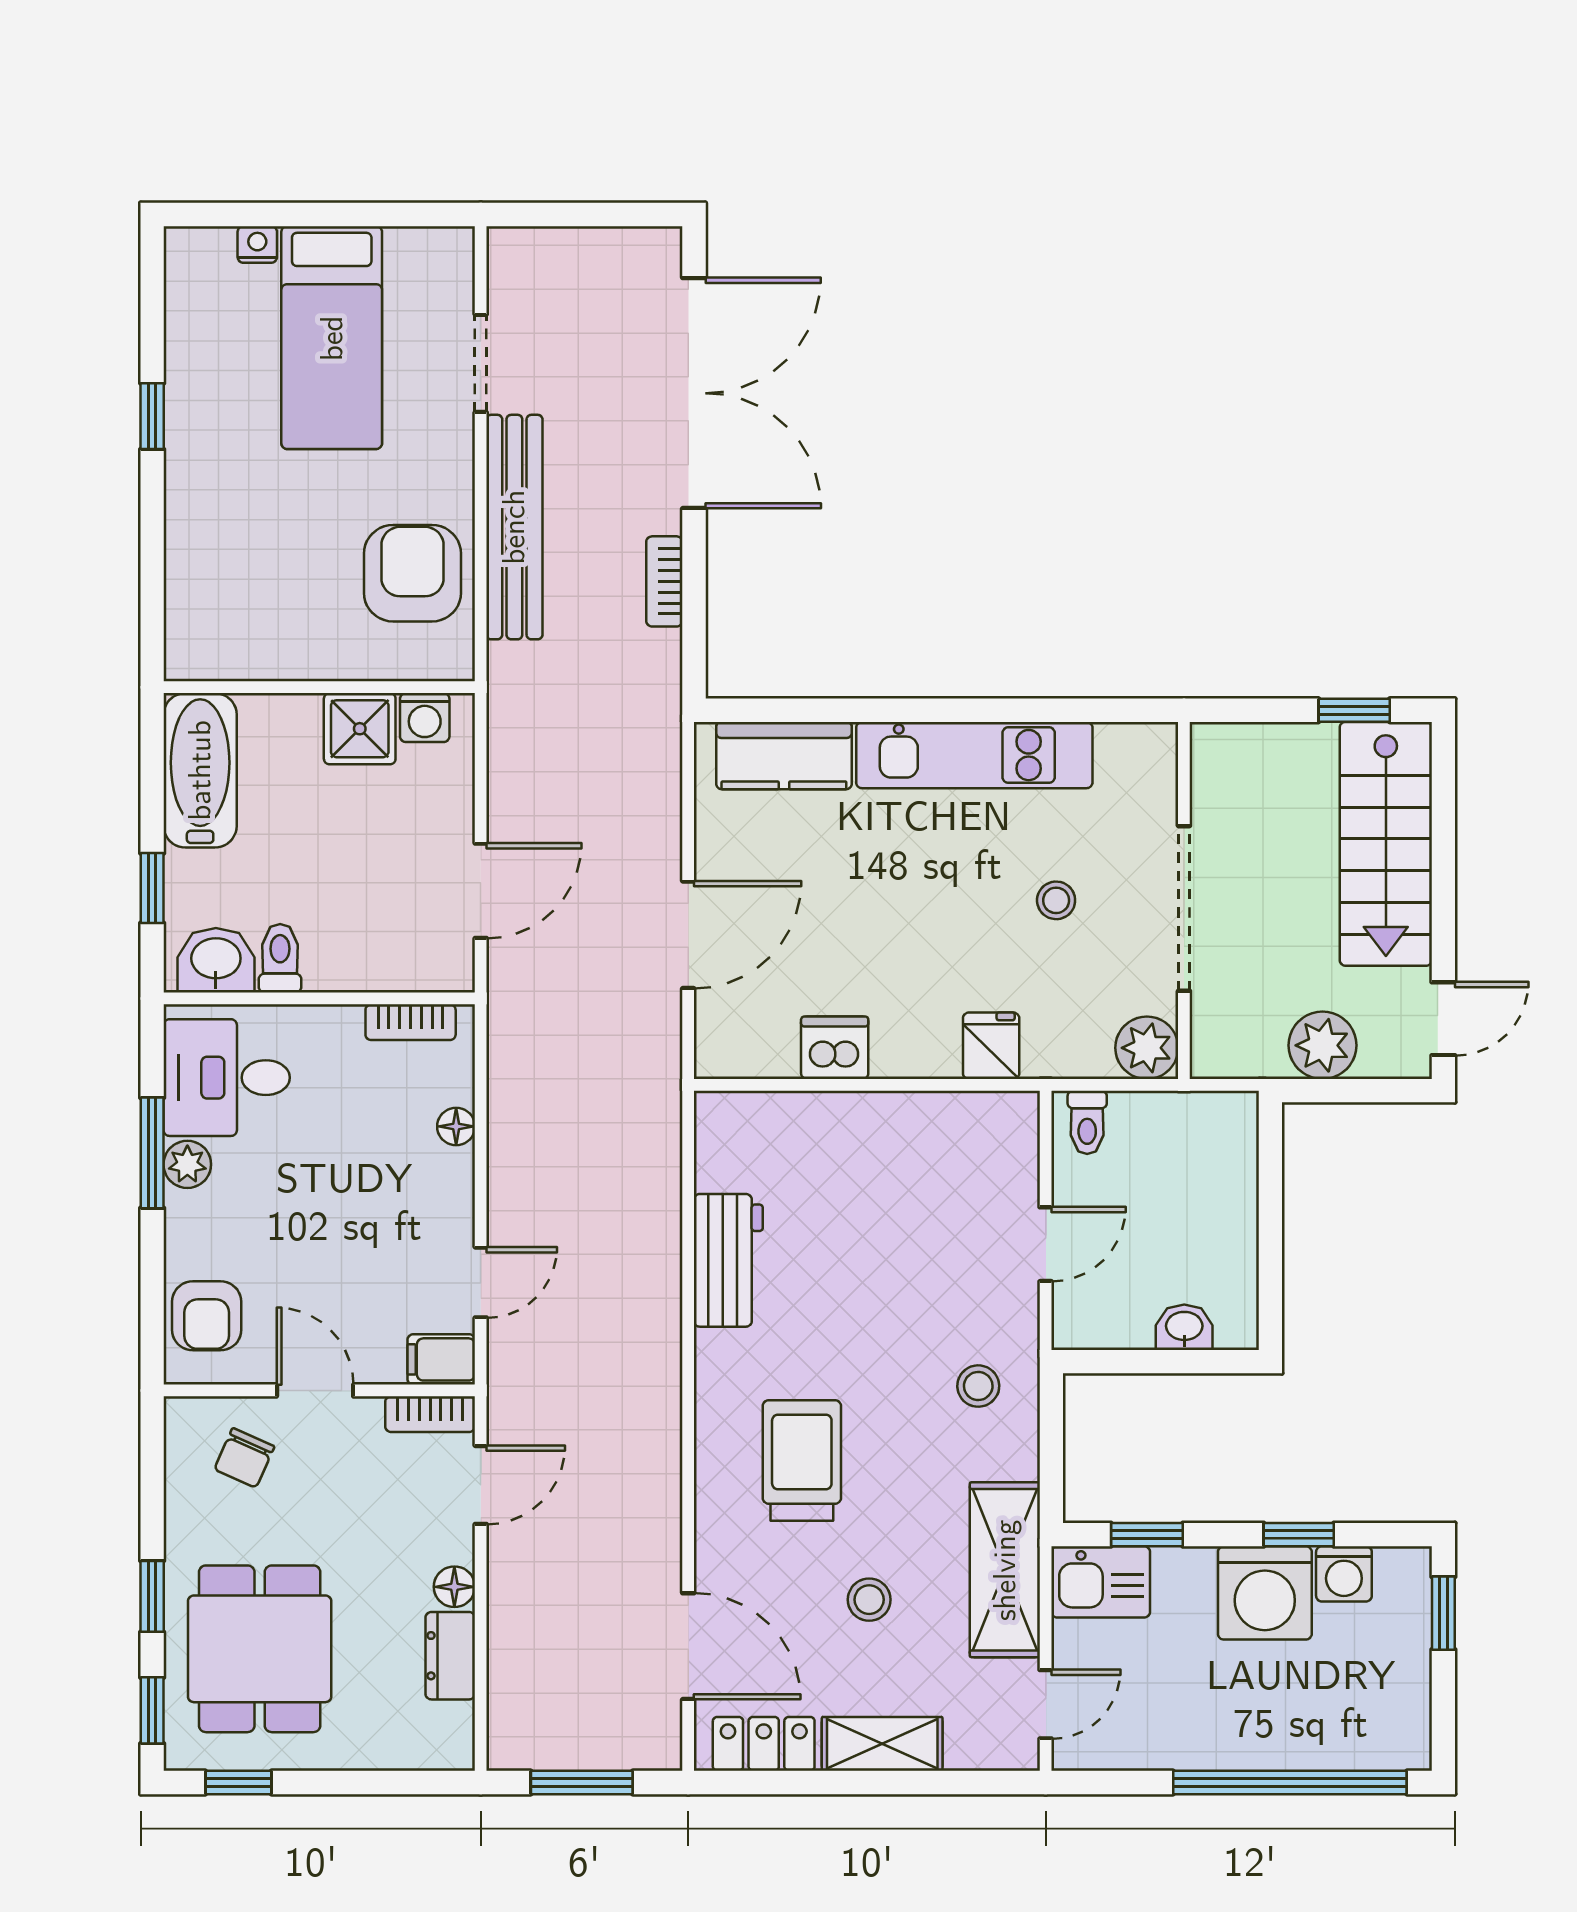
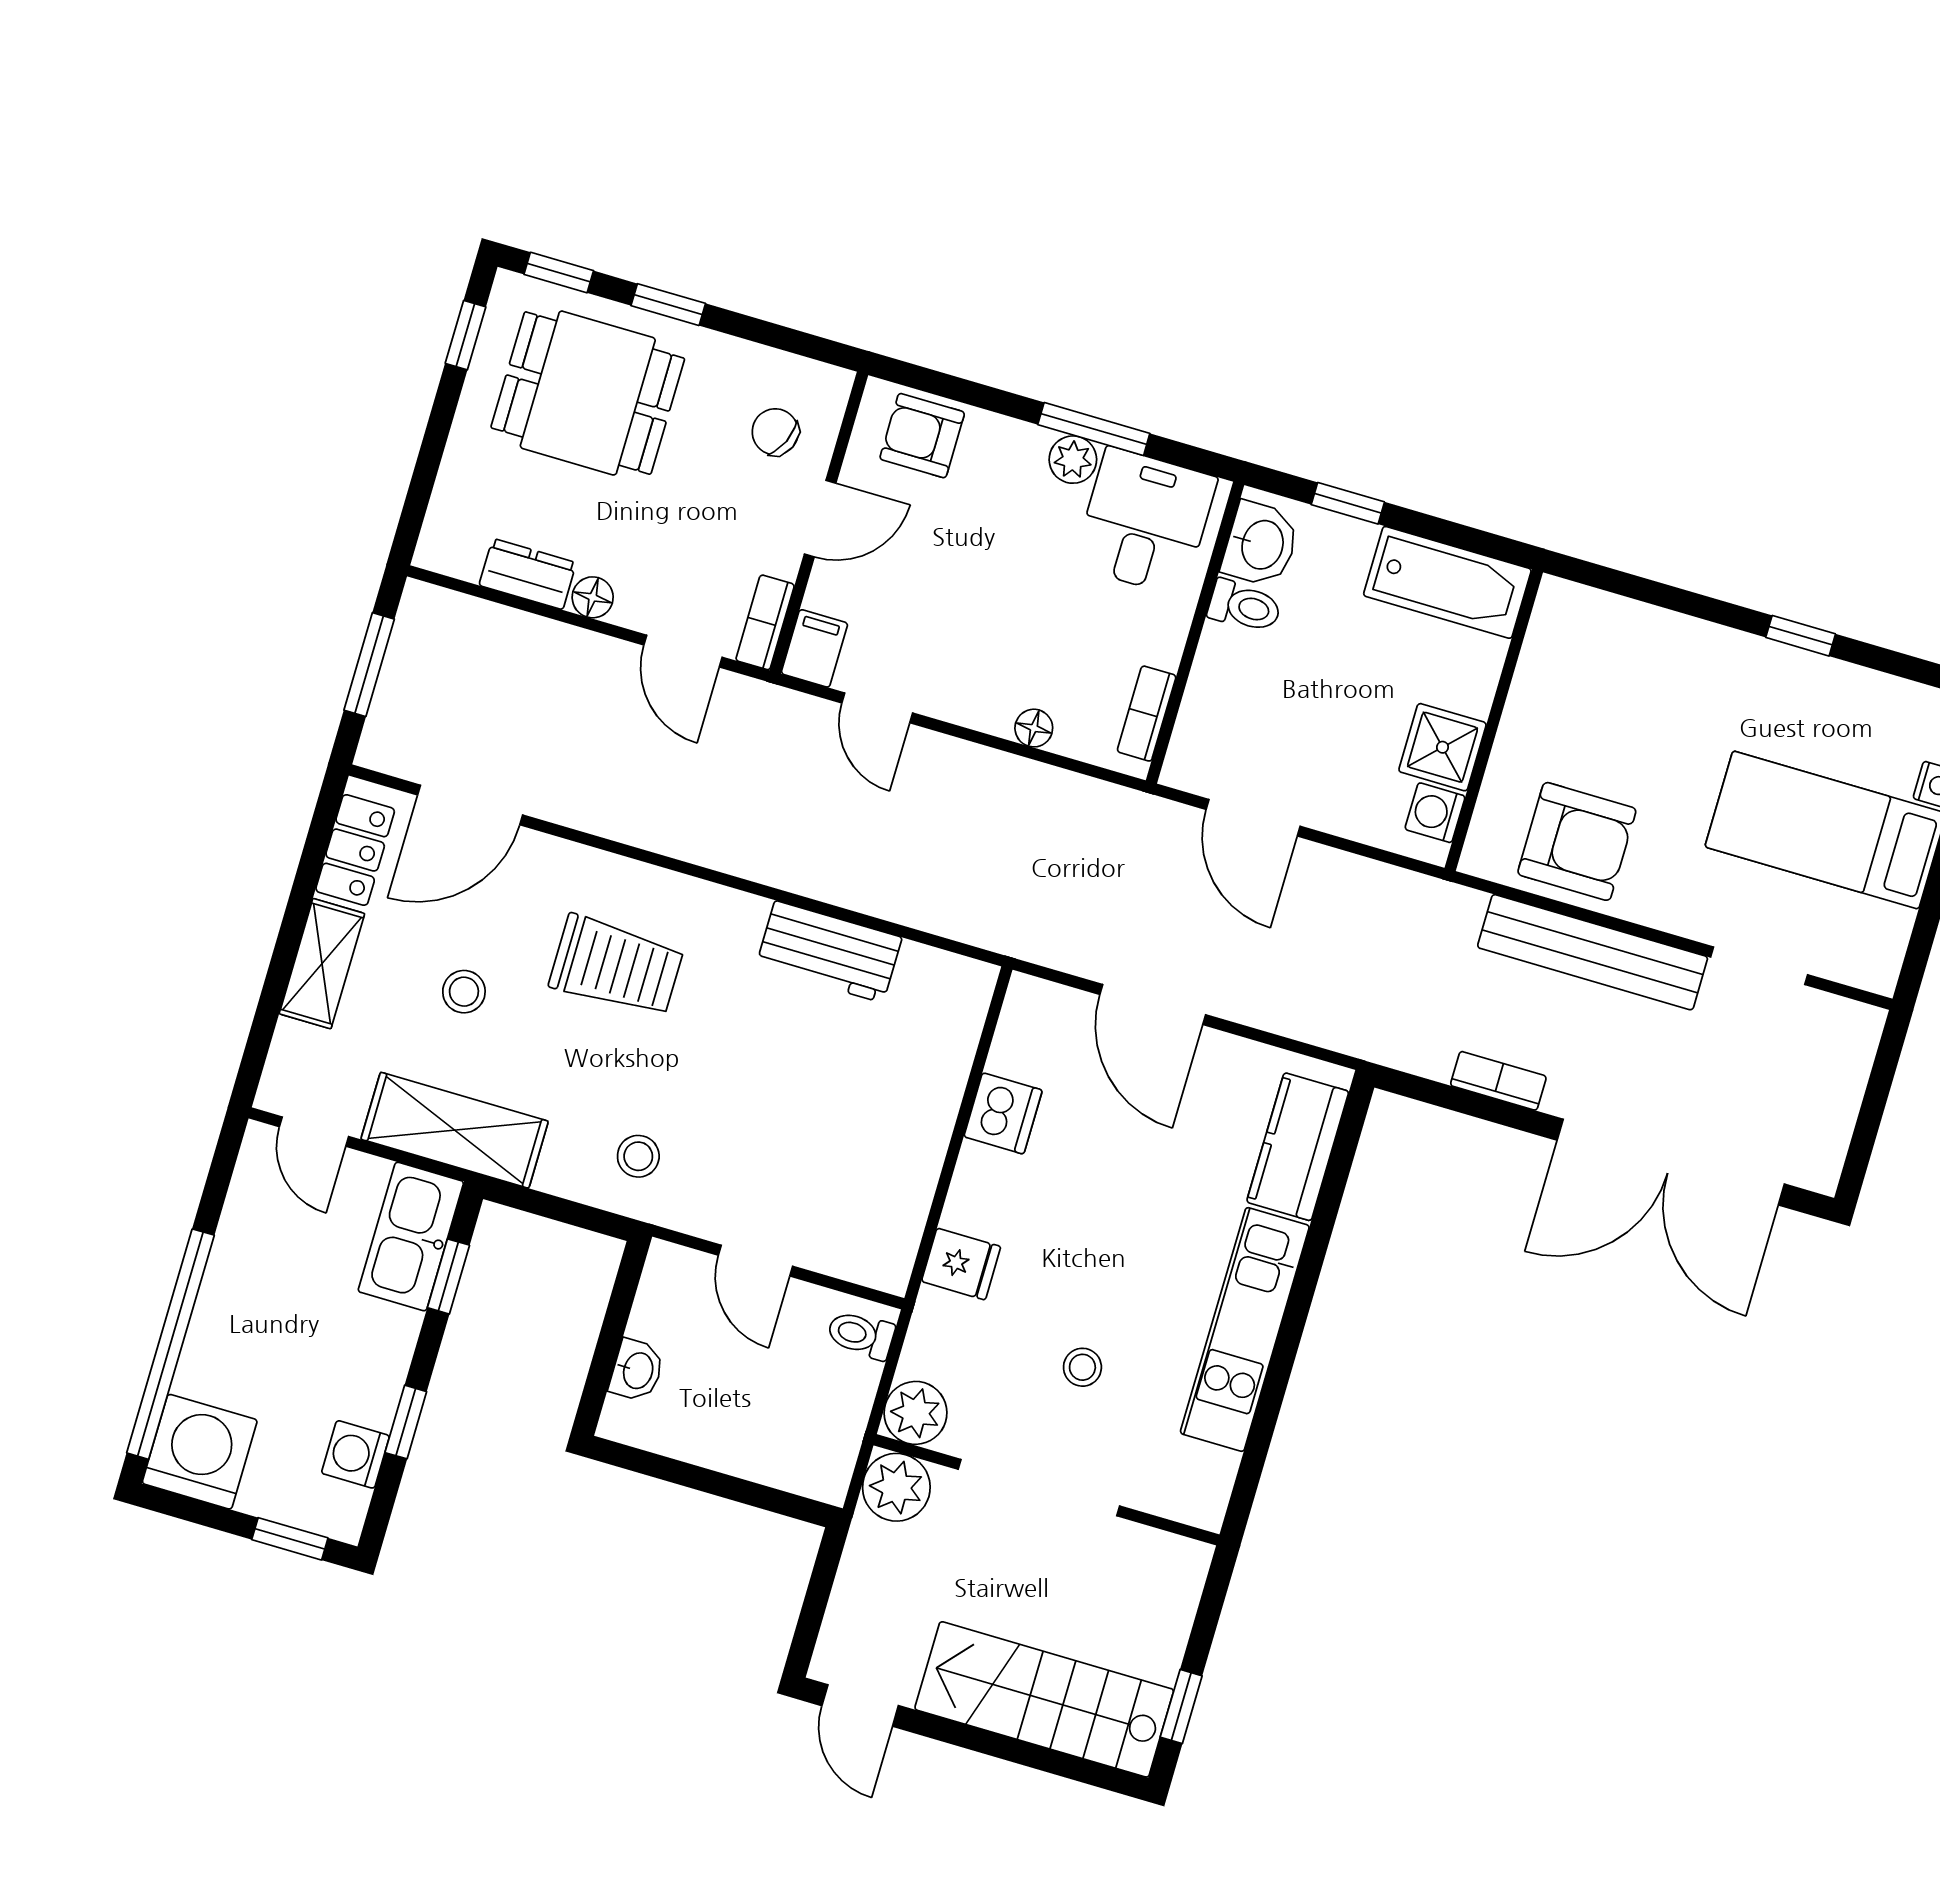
plant: (1322, 1045) -> (896, 1487), moved
kitchen sink: (1101, 1582) -> (411, 1237), width x1.38
washing machine: (1265, 1593) -> (200, 1452), moved, turned 90

